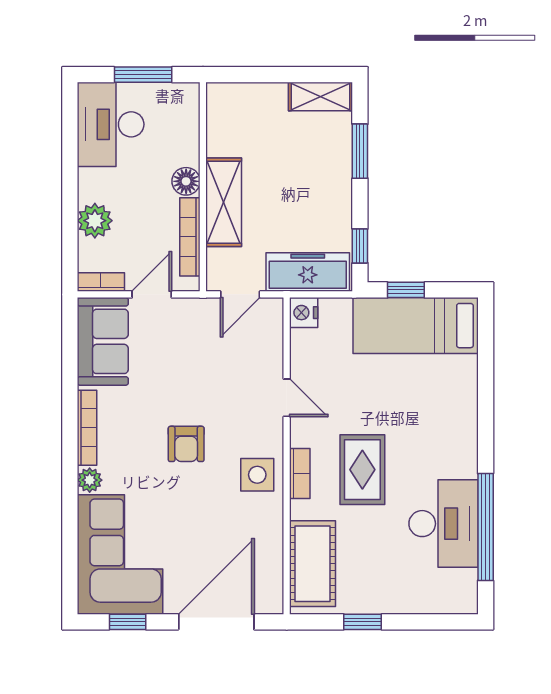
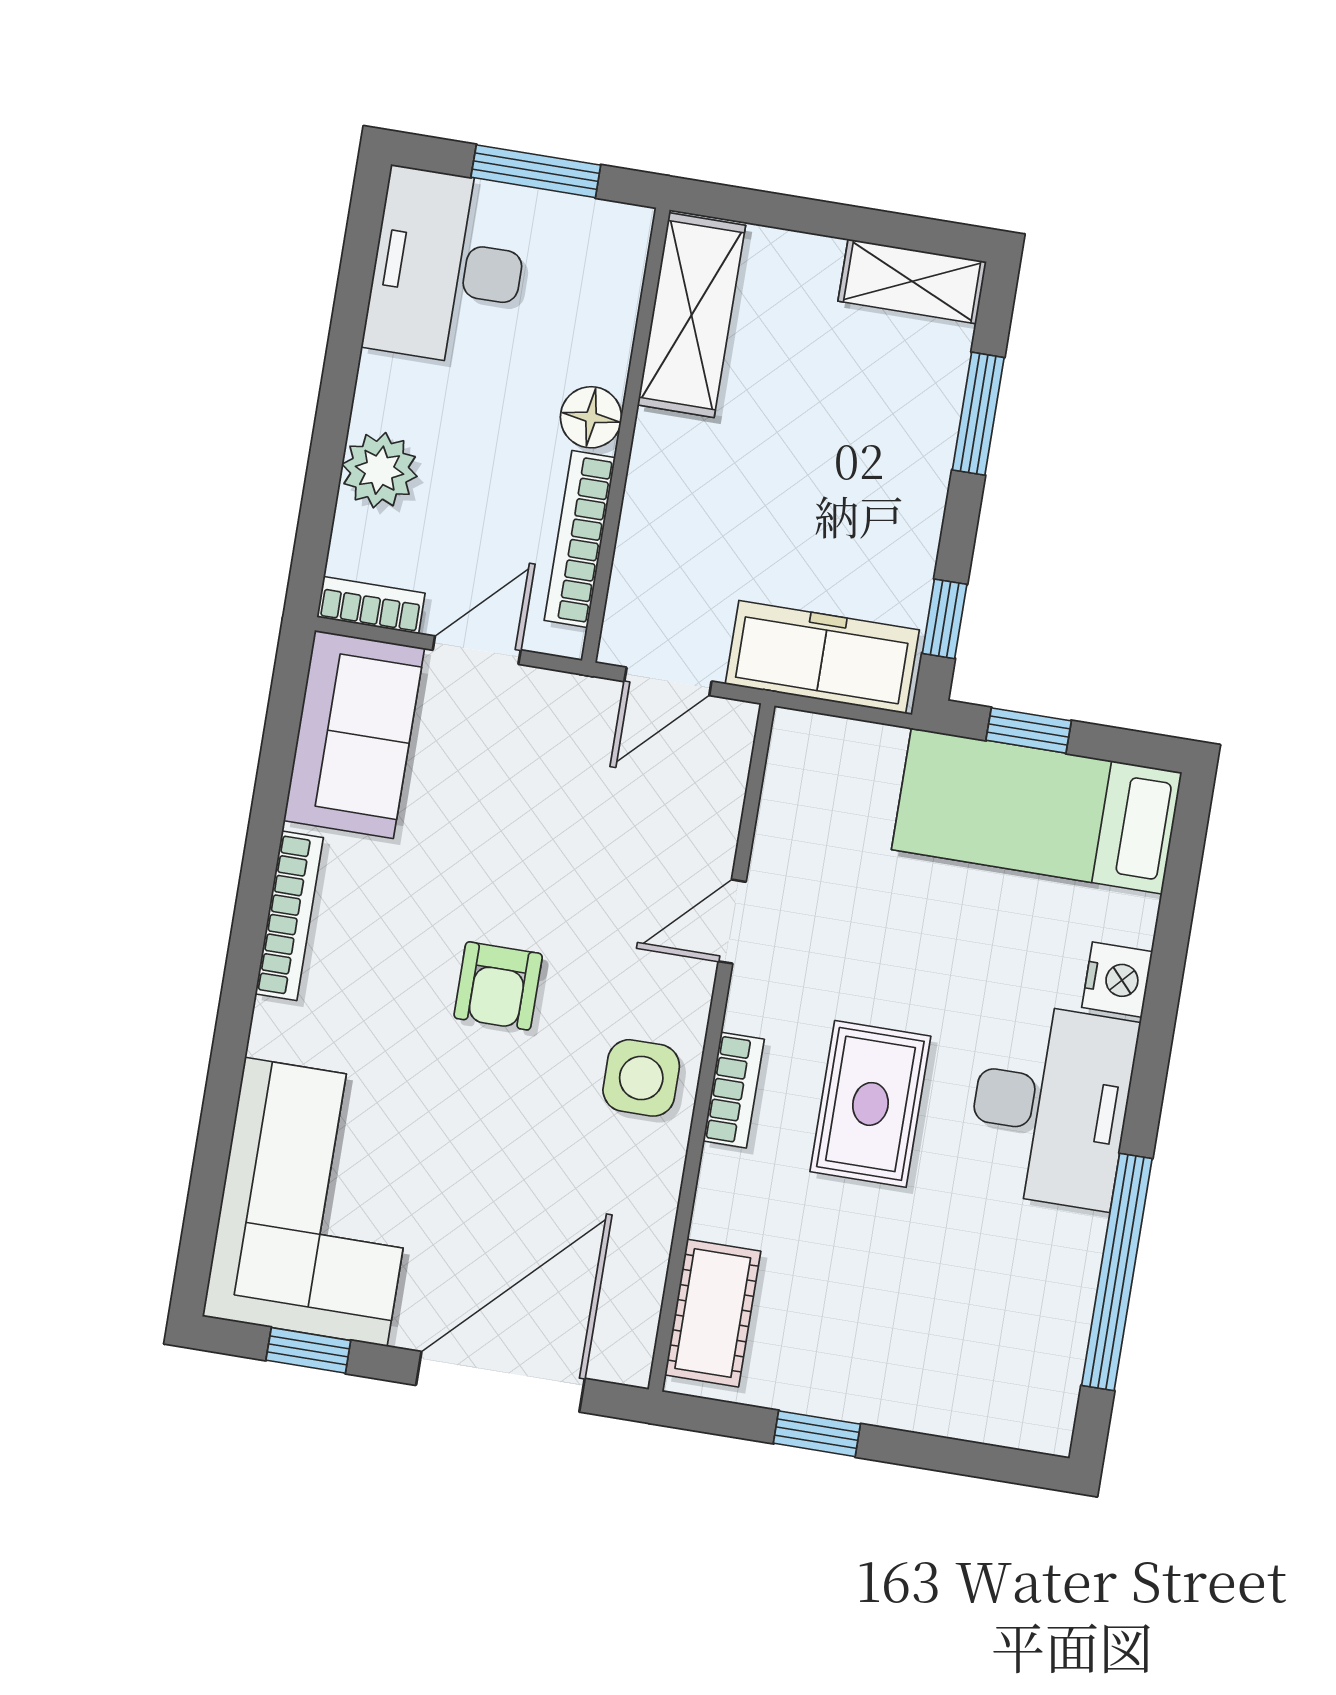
shelving: (224, 202) -> (691, 315), moved
nightstand: (304, 313) -> (1117, 980), moved, turned 180
door: (287, 398) -> (732, 922), swing flipped
plant: (90, 480) -> (276, 1030), removed
desk: (444, 524) -> (1051, 1105), moved
cot: (313, 564) -> (713, 1313), width x0.73, depth x0.75

